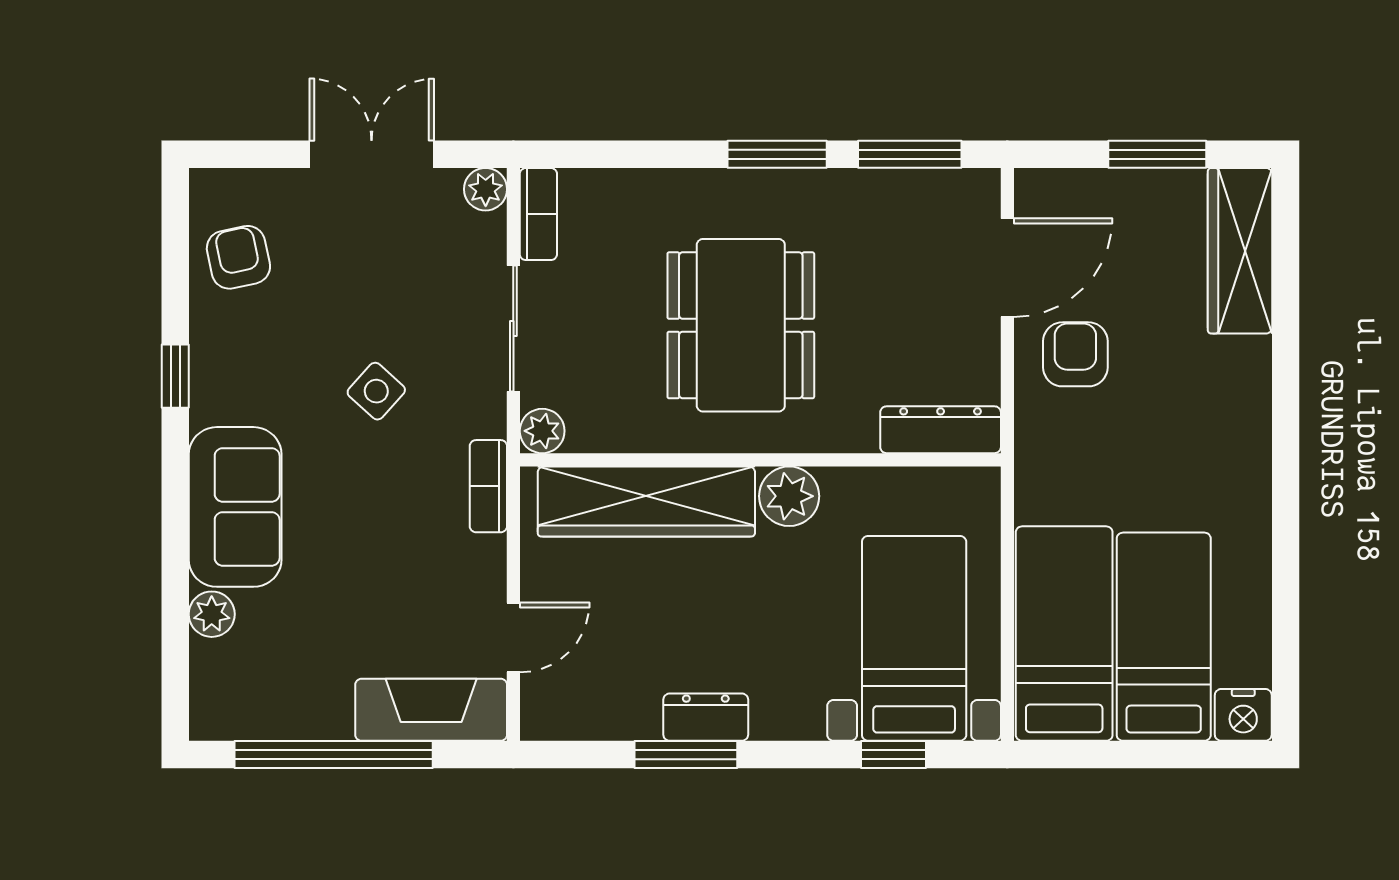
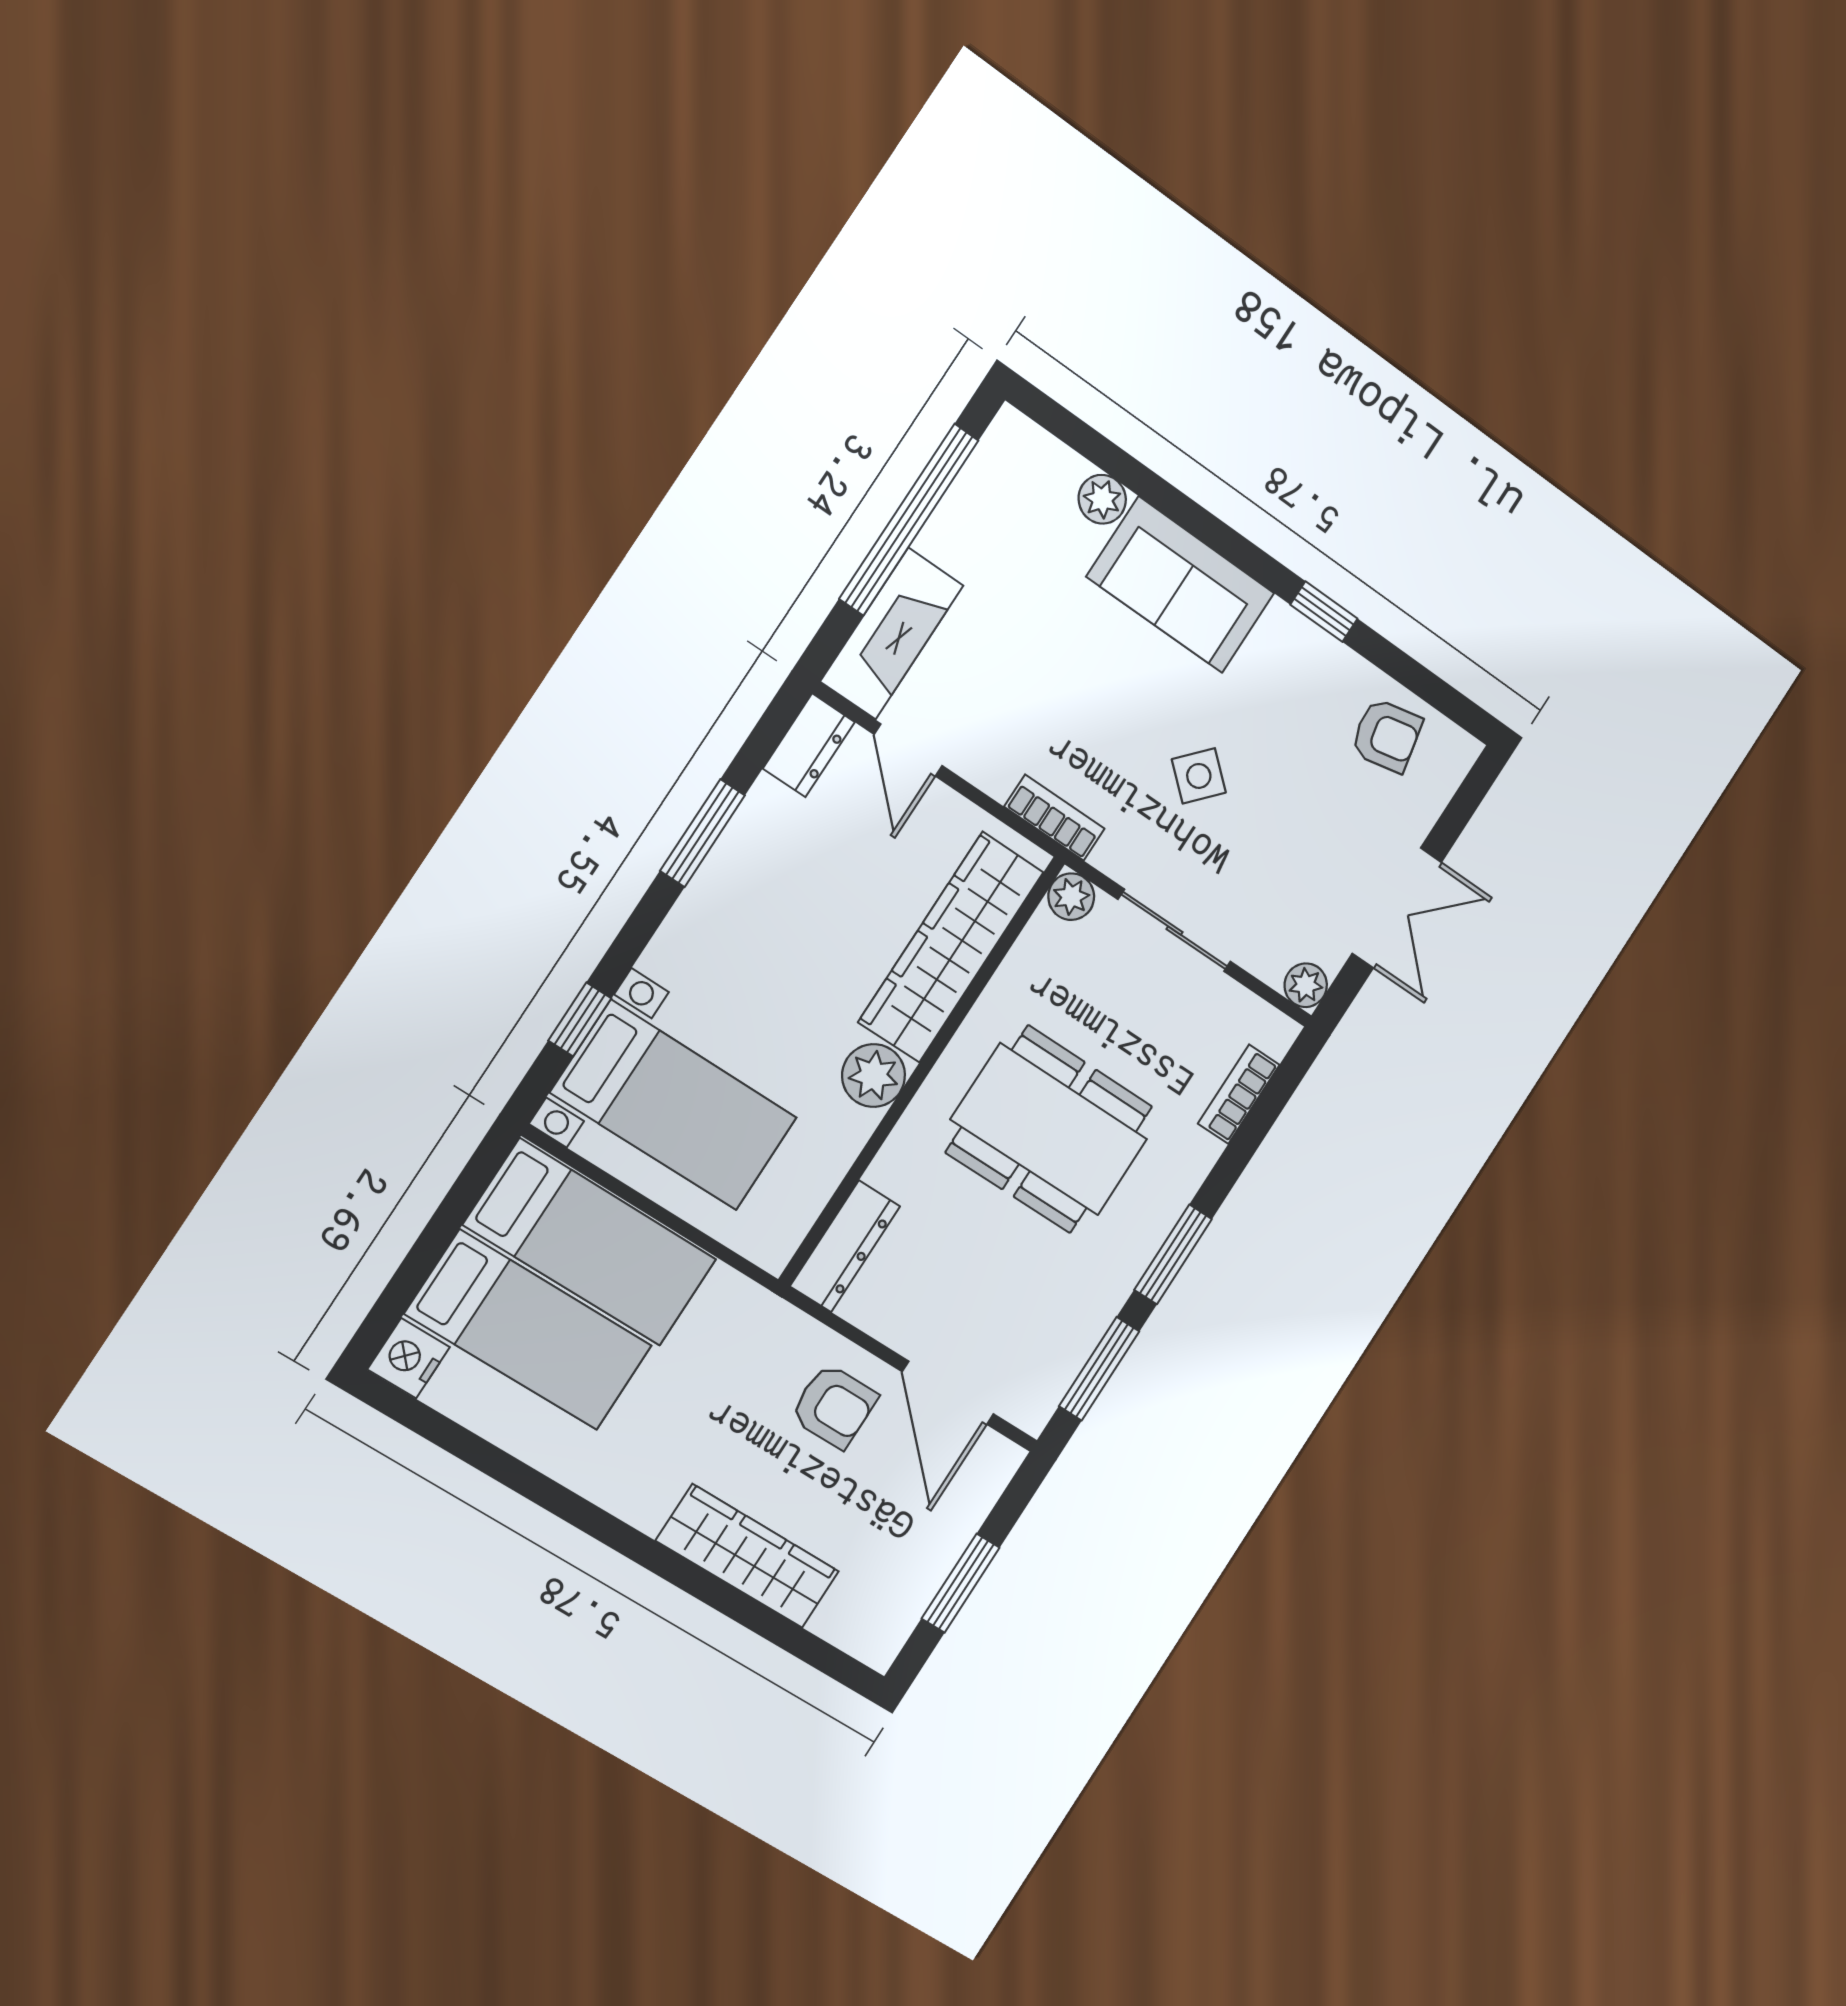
bookcase: (538, 214) -> (1239, 1094), moved, turned 90
wardrobe: (1240, 251) -> (748, 1556), moved
dresser: (706, 717) -> (809, 745), moved

